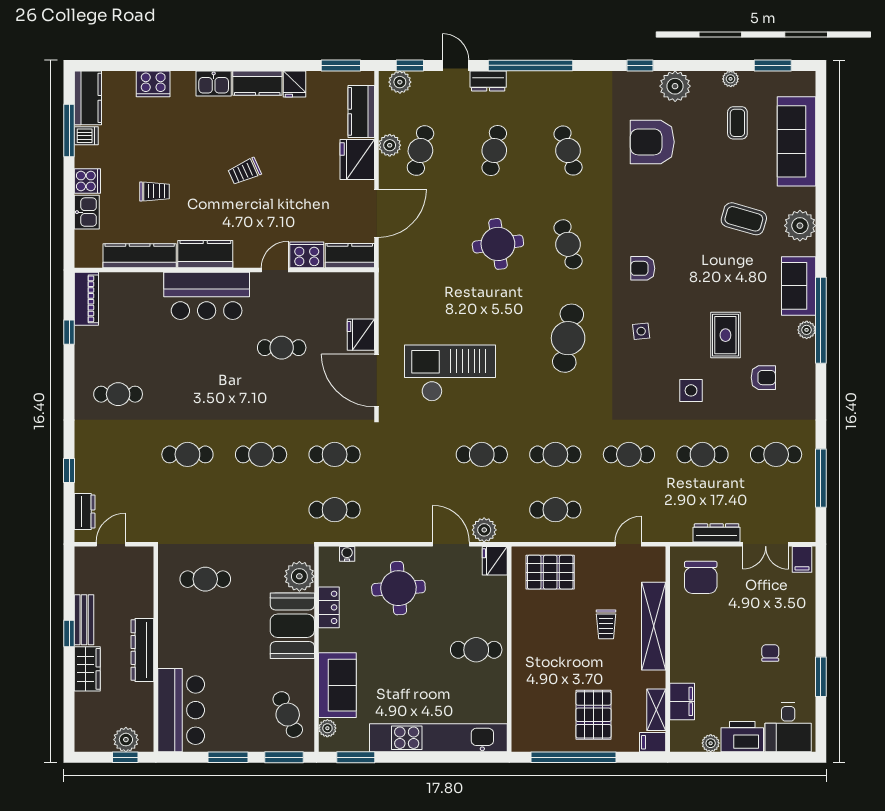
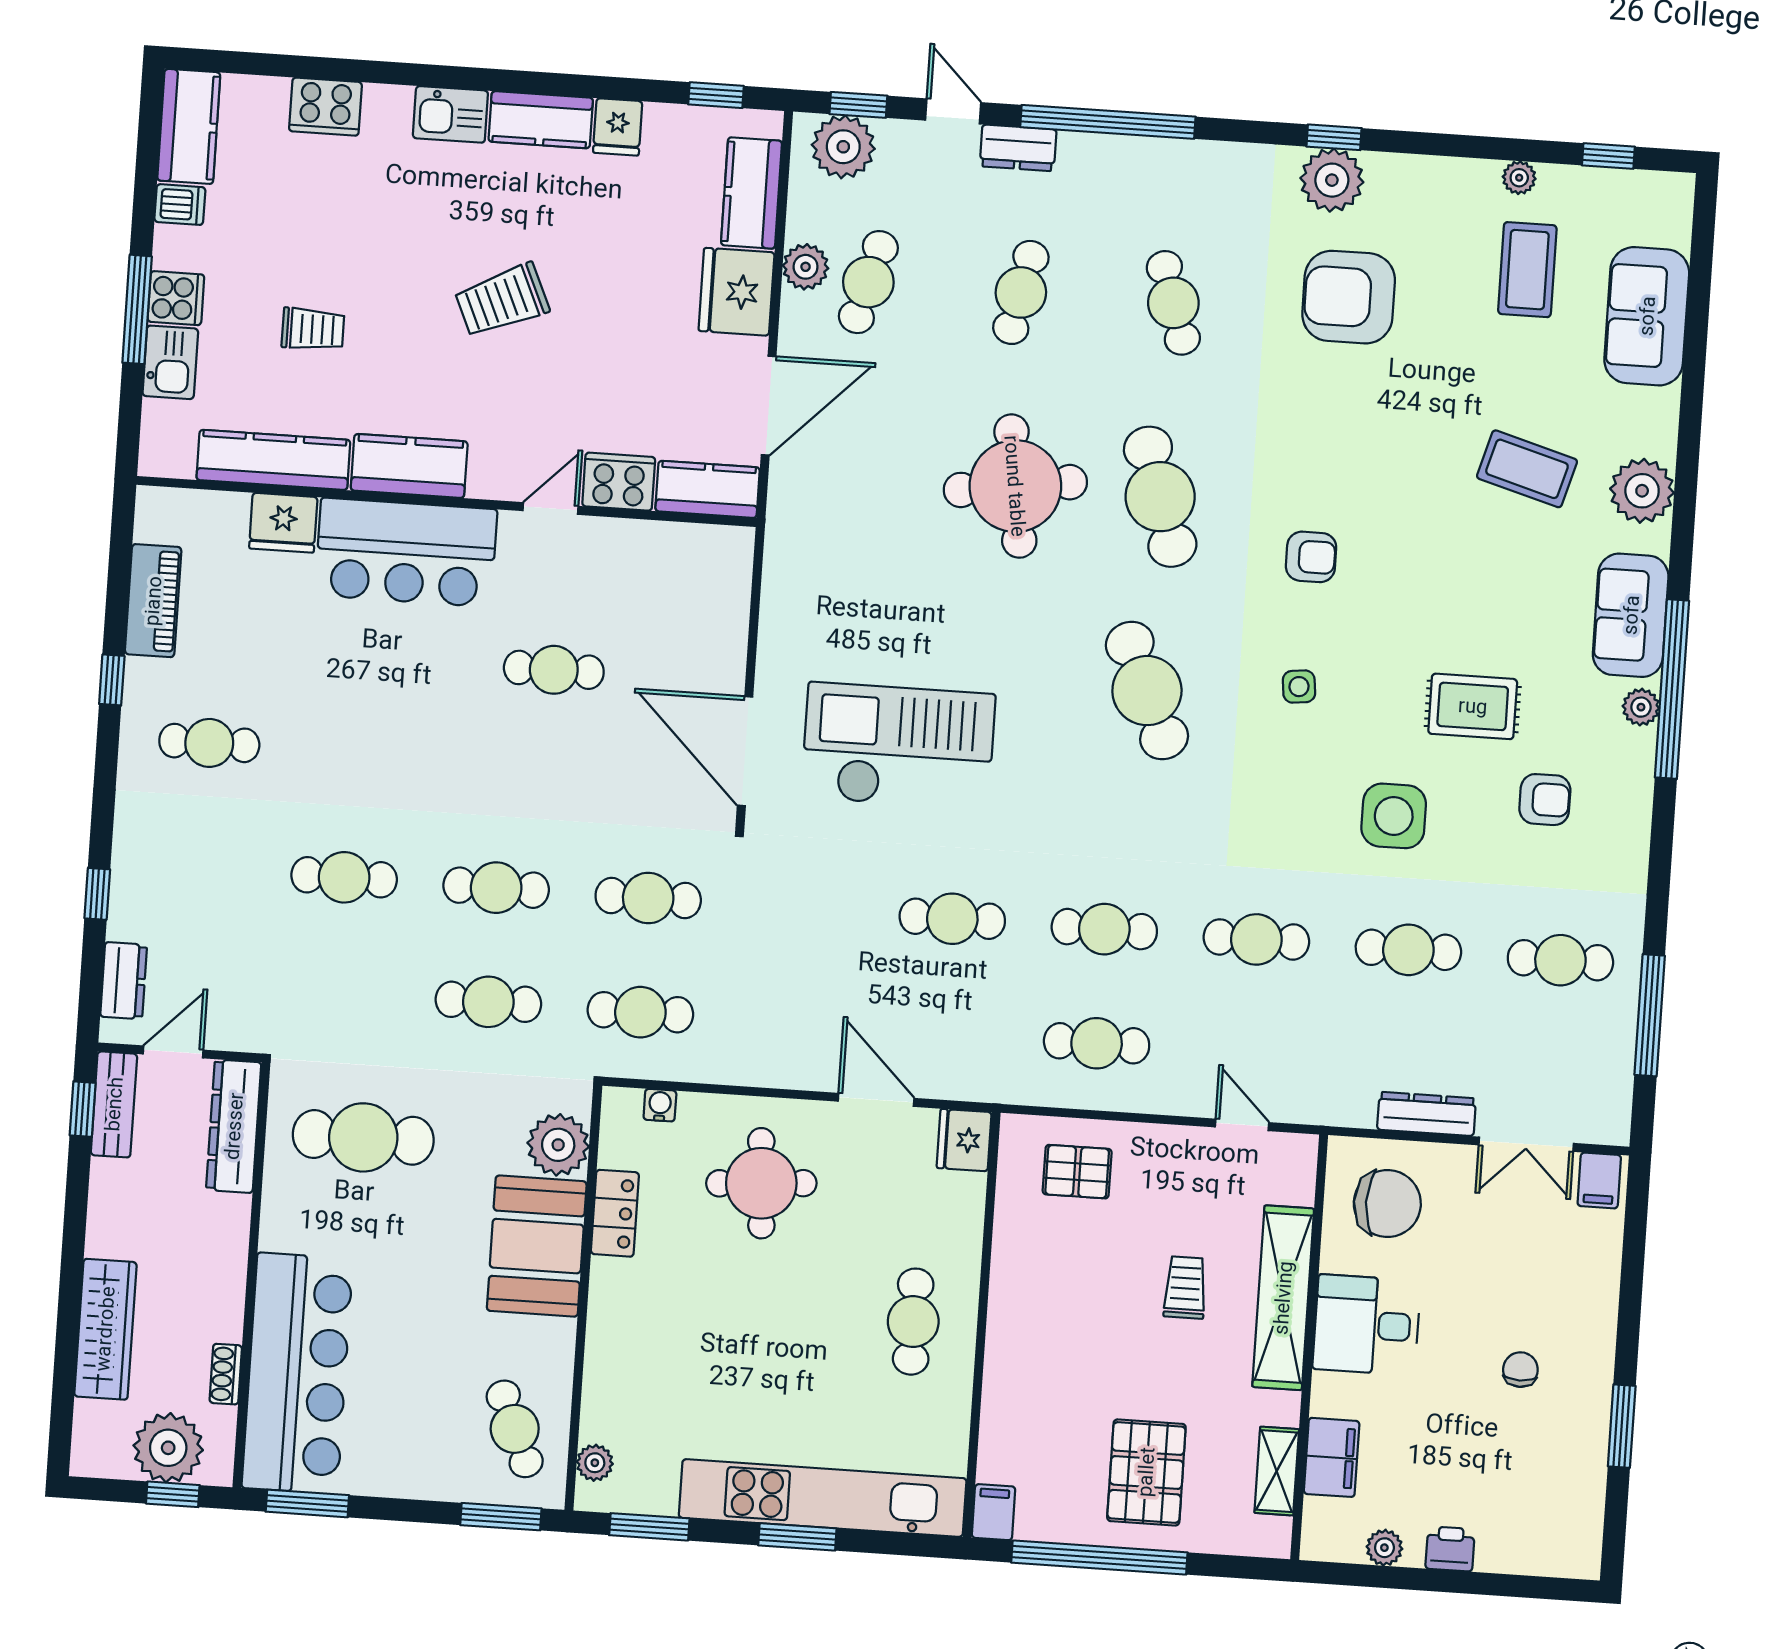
window: (341, 65) -> (716, 95), width x0.67
window: (773, 65) -> (1608, 156), width x0.67
plant: (400, 82) -> (843, 147), width x1.36, depth x1.36
plant: (675, 86) -> (1332, 180), moved
coffee table: (737, 123) -> (1527, 270), width x1.36, depth x1.30
window: (69, 131) -> (137, 309), moved
sofa: (796, 141) -> (1647, 316), width x0.73
trolley: (245, 171) -> (502, 300), width x1.36, depth x1.39
round table: (498, 244) -> (1015, 486), width x1.36, depth x1.36
cafe table: (568, 244) -> (1160, 497), width x1.37, depth x1.35
armchair: (643, 268) -> (1311, 557), turned 180
piano: (86, 299) -> (153, 601), moved
window: (69, 332) -> (112, 680), moved
fridge: (361, 335) -> (283, 523), moved, turned -90
rug: (725, 335) -> (1473, 706), turned 90
cafe table: (568, 338) -> (1147, 691), turned -33
side table: (691, 390) -> (1394, 816), width x1.37, depth x1.37
cafe table: (261, 510) -> (488, 1002), added
plant: (484, 530) -> (947, 1075), removed
door: (628, 544) -> (1242, 1125), hinge flipped
pallet: (550, 572) -> (1077, 1172), width x0.67, depth x0.71
chair: (701, 577) -> (1387, 1204), turned -90
cafe table: (205, 579) -> (363, 1137), width x1.37, depth x1.35
bench: (84, 620) -> (114, 1104), moved
trolley: (606, 624) -> (1185, 1287), turned 180
window: (69, 634) -> (83, 1109), moved
dresser: (142, 650) -> (234, 1126), moved
cafe table: (476, 650) -> (913, 1322), turned 90
wardrobe: (87, 669) -> (105, 1329), width x1.50
sofa: (337, 685) -> (621, 1375), removed
shoe rack: (147, 698) -> (226, 1374), added
bar counter: (181, 710) -> (297, 1373), width x1.36
desk: (788, 727) -> (1367, 1325), moved, turned 90
printer: (742, 737) -> (1450, 1549), width x0.53, depth x0.68
plant: (126, 740) -> (168, 1448), width x1.36, depth x1.36
filing cabinet: (653, 742) -> (994, 1512), moved, turned 90
window: (228, 757) -> (307, 1503), moved
window: (427, 757) -> (797, 1537), added

